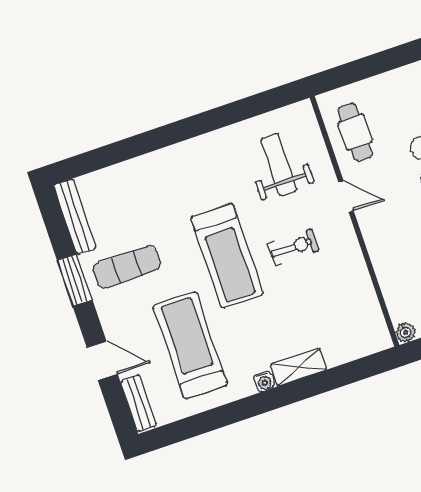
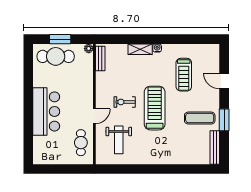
door: (346, 196) -> (94, 116), swing flipped
treadmill: (190, 345) -> (184, 75), width x0.73, depth x0.73
bench: (138, 403) -> (100, 58), moved

